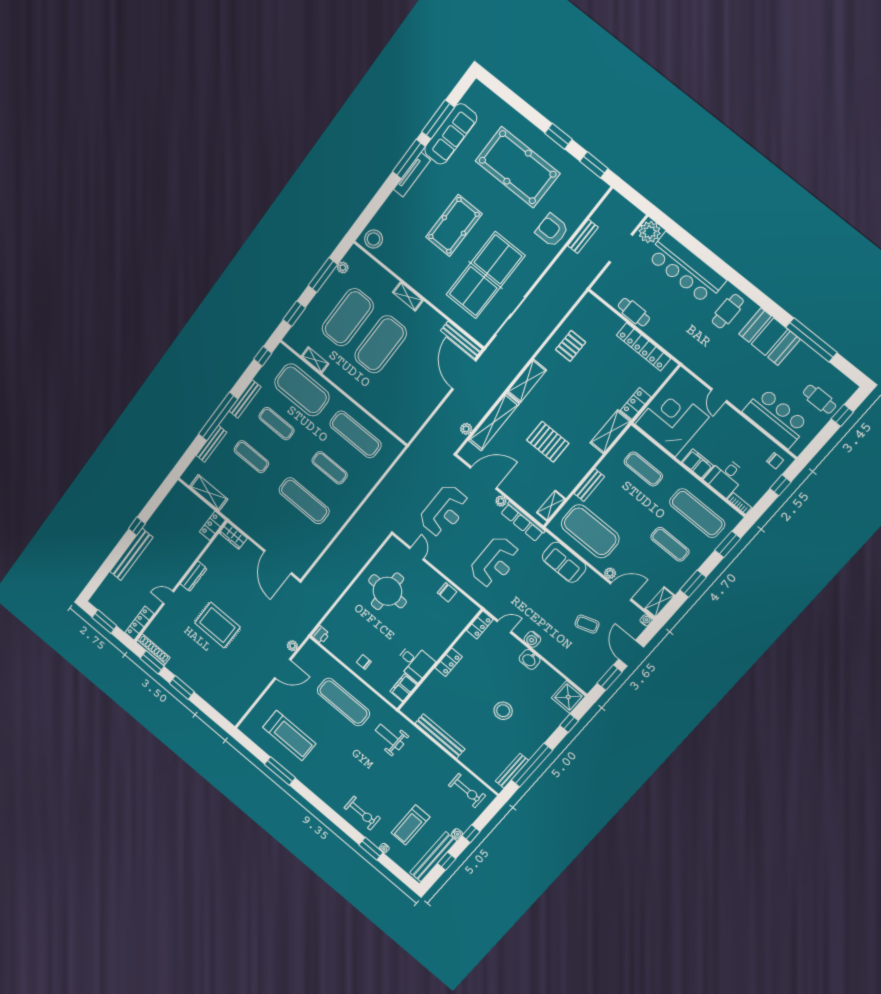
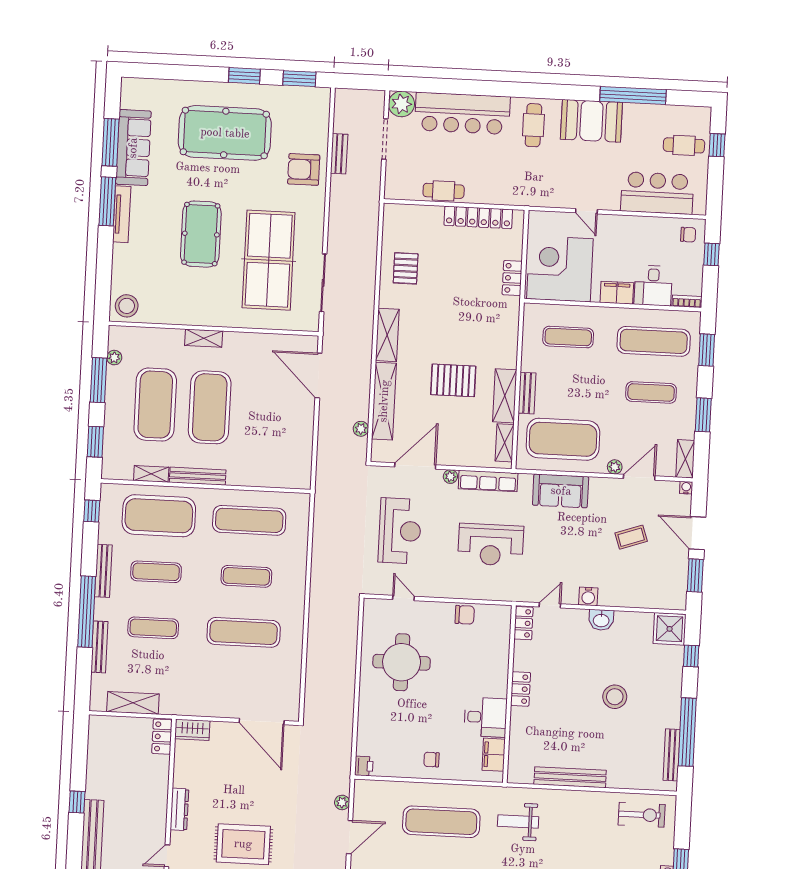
bench: (461, 340) -> (198, 476), moved
shelving: (611, 432) -> (505, 396), moved
reception desk: (495, 562) -> (491, 545), turned 90

